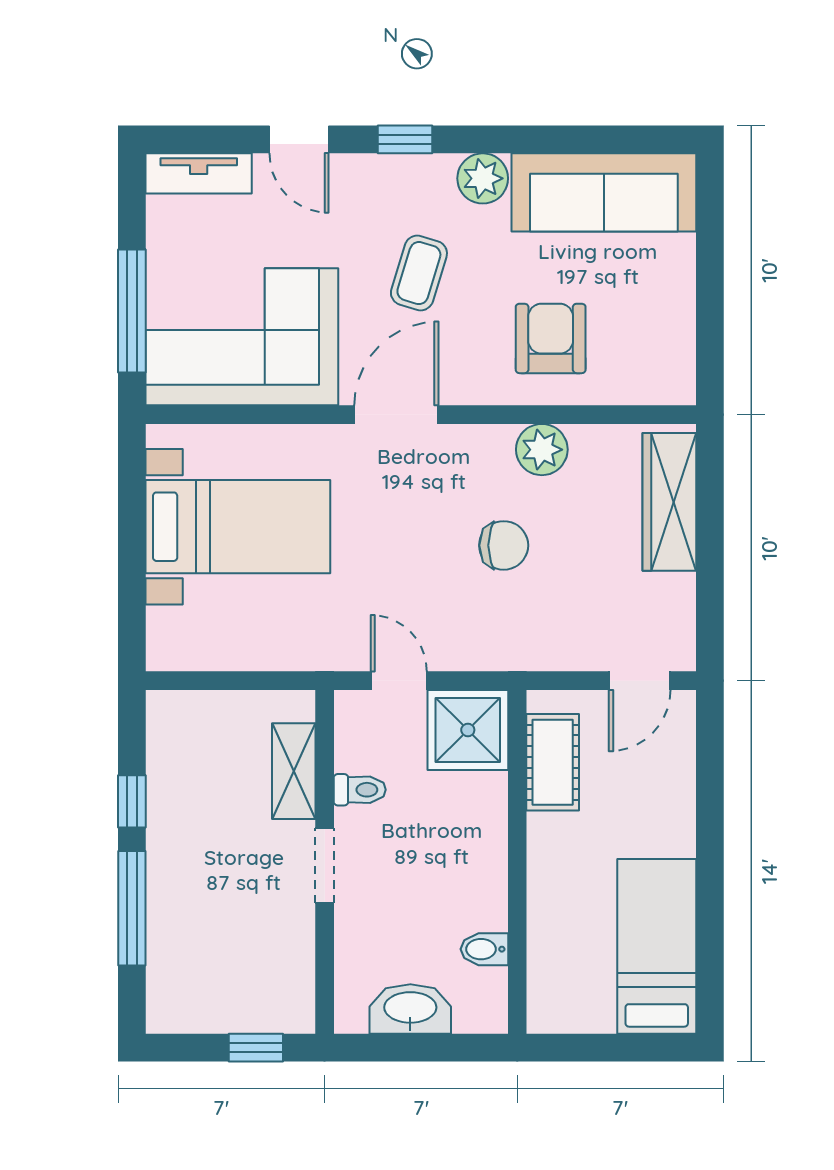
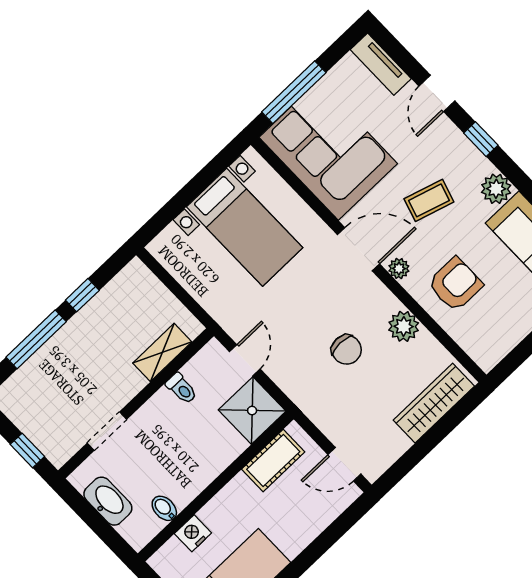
plant: (466, 388) -> (399, 268), added
doorway: (325, 865) -> (107, 431), moved
nightstand: (548, 943) -> (193, 533), added

